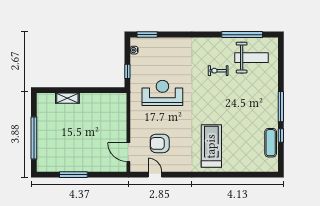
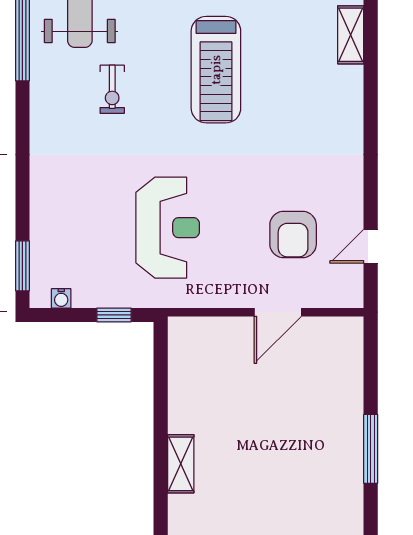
reception desk: (162, 93) -> (168, 228), turned 180
treadmill: (211, 146) -> (216, 70), moved, turned -90
door: (128, 152) -> (278, 312), moved
shelving: (240, 167) -> (351, 35), added

